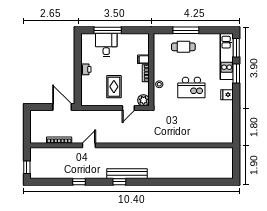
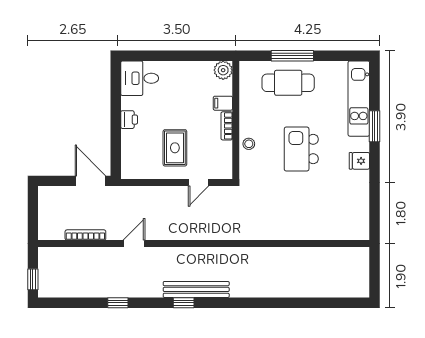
window: (108, 30) -> (165, 56), removed
desk: (106, 45) -> (140, 78), moved, turned -90
cafe table: (183, 47) -> (288, 83), width x1.37, depth x1.35
window: (236, 48) -> (375, 84), removed
kitchen island: (191, 87) -> (301, 149), turned 90
plant: (144, 100) -> (223, 70), moved

